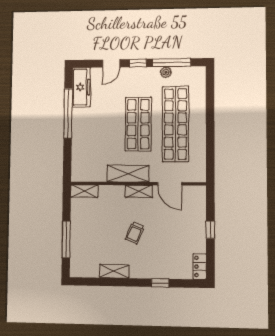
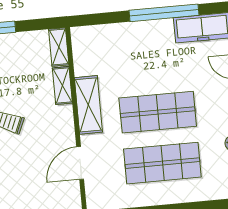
shop shelf: (175, 124) -> (162, 163), width x0.71
shelving: (139, 191) -> (62, 85), moved

